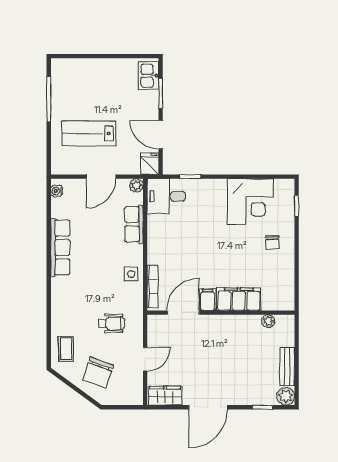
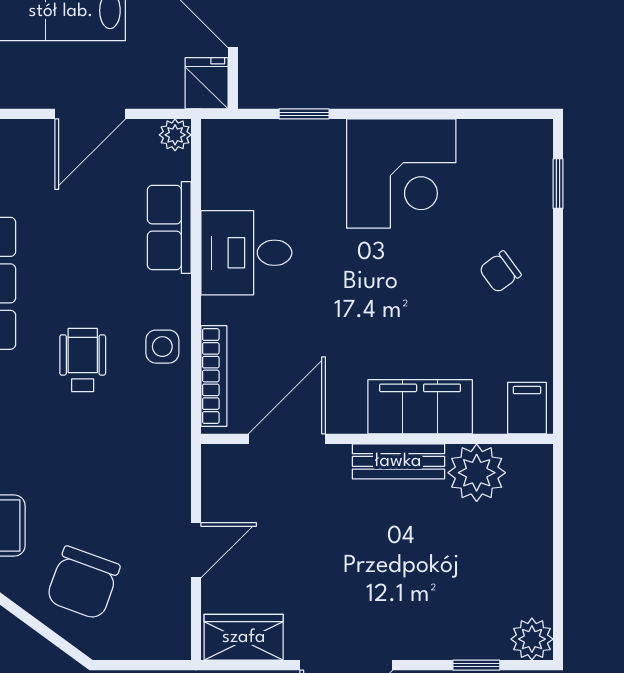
desk: (166, 196) -> (246, 253), moved
corner desk: (250, 202) -> (401, 174), moved
chair: (272, 243) -> (500, 272), turned 54
filing cabinet: (208, 300) -> (527, 408), moved
plant: (268, 321) -> (477, 473), width x1.88, depth x1.88
wheelchair: (111, 323) -> (83, 360), moved, turned -90
bench: (287, 367) -> (398, 461), moved, turned 90

